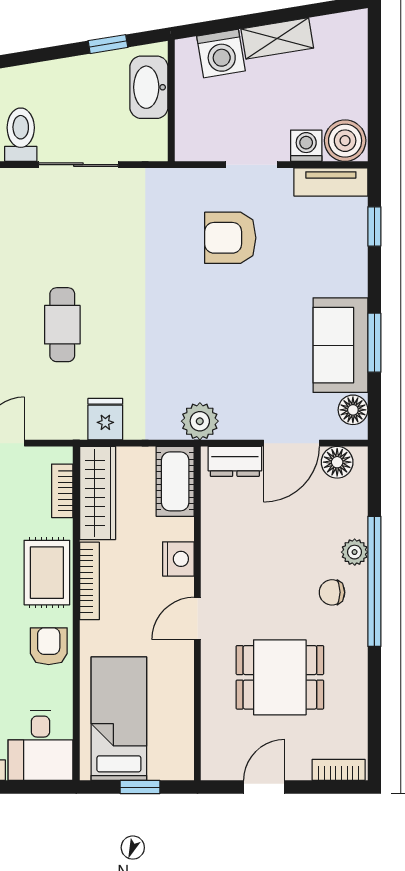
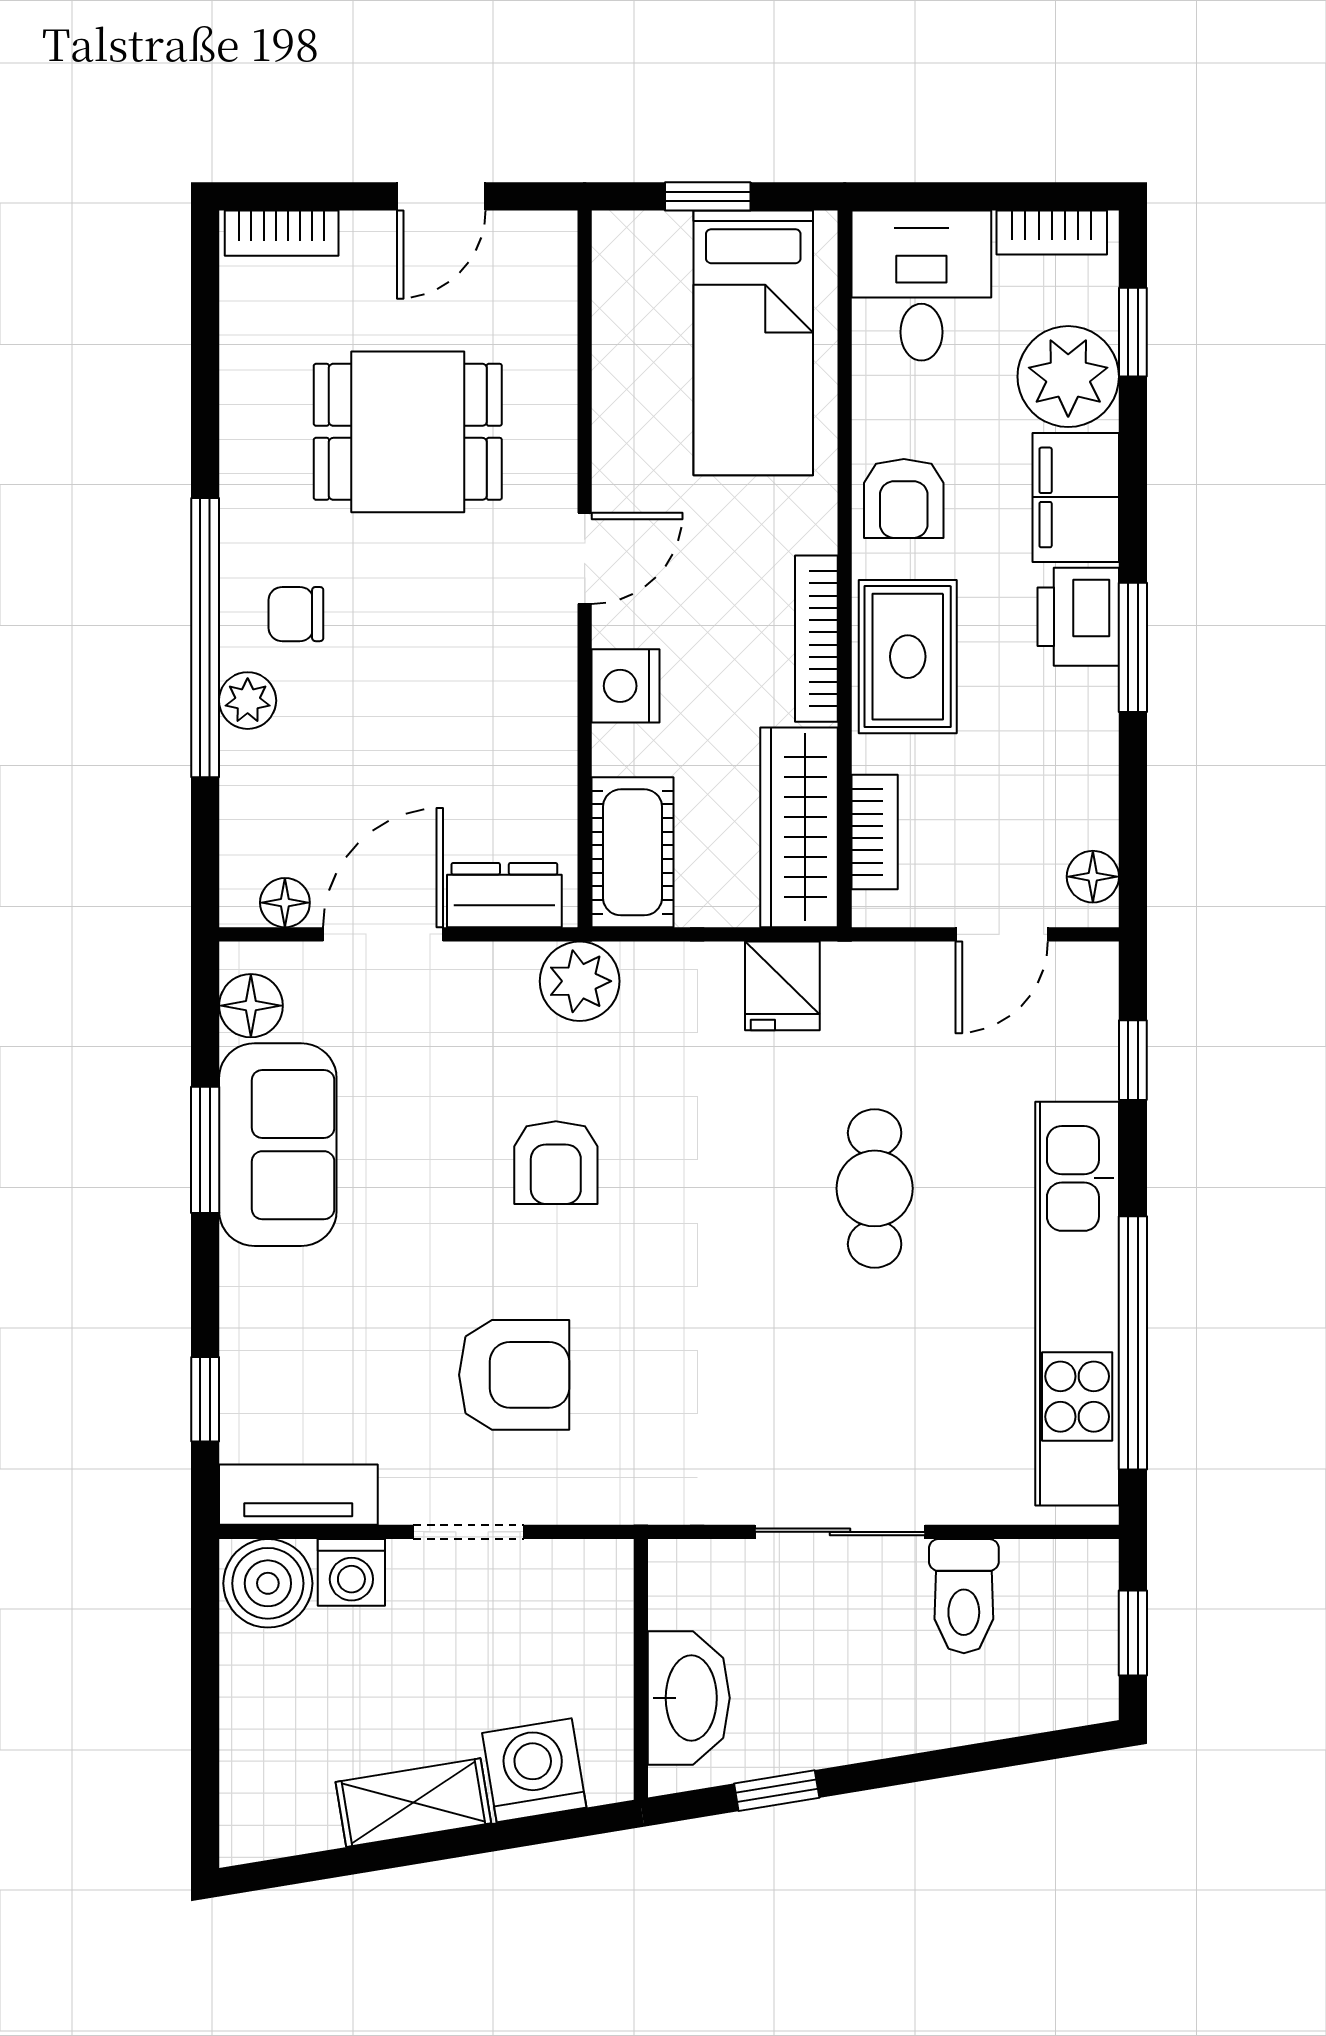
armchair: (211, 337) -> (556, 1163), added
floor lamp: (337, 462) -> (285, 903), width x0.73, depth x0.73
chair: (332, 592) -> (296, 614), turned 180

